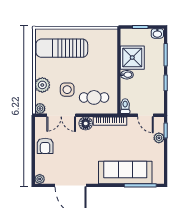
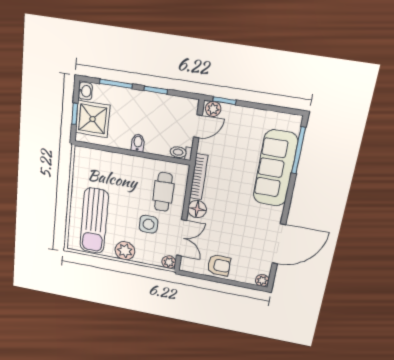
shower: (132, 58) -> (93, 119), moved
plant: (42, 85) -> (125, 251), moved
plant: (159, 138) -> (213, 109), moved

